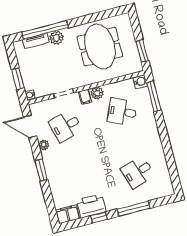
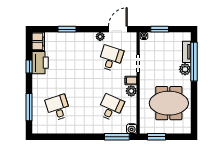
desk: (66, 126) -> (111, 58), turned 33
window: (41, 170) -> (67, 29), moved
window: (134, 209) -> (29, 107), moved

